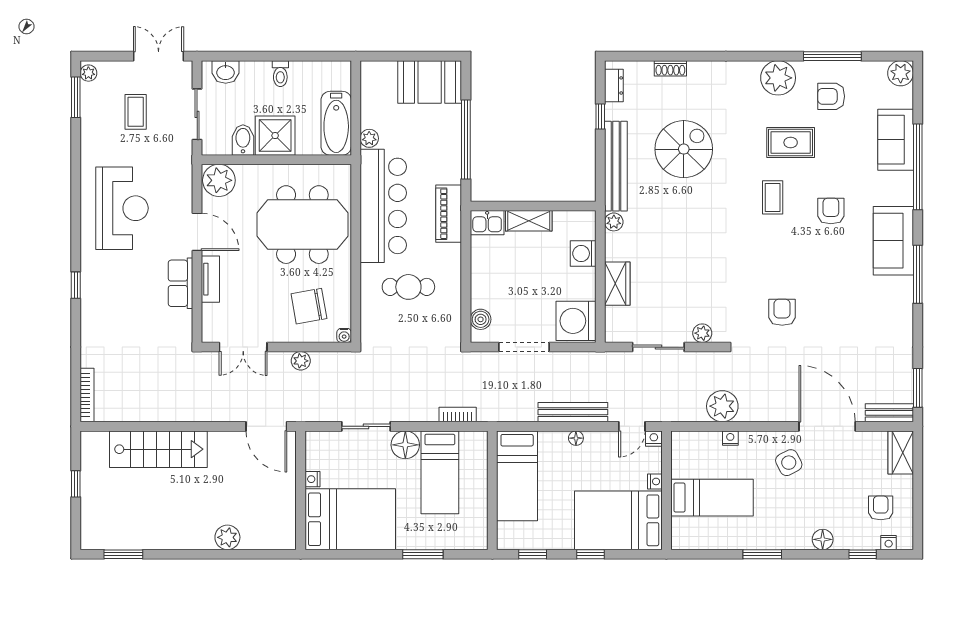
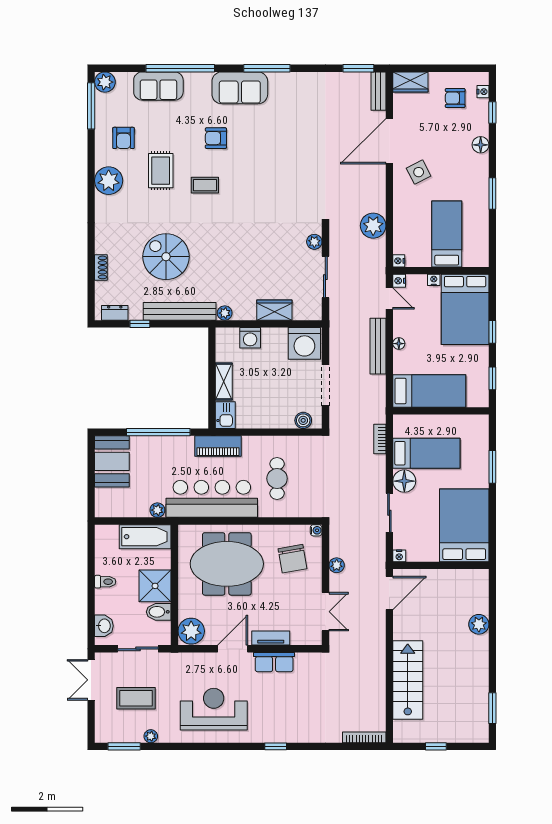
window: (832, 56) -> (91, 106), moved
plant: (88, 73) -> (151, 736), moved
coffee table: (136, 112) -> (136, 698), width x1.36, depth x1.30
meeting table: (302, 225) -> (227, 564), turned 90
armchair: (782, 312) -> (297, 177), removed
nightstand: (730, 438) -> (399, 261), moved
nightstand: (312, 479) -> (399, 556), moved

